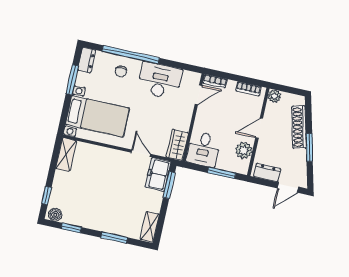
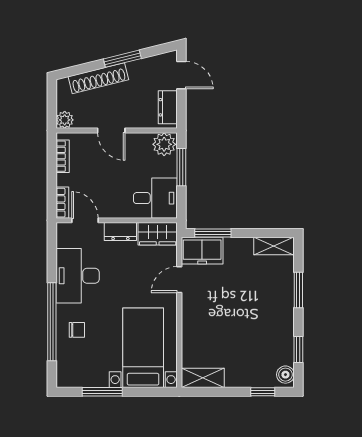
dresser: (87, 60) -> (120, 232), moved, turned 180
plant: (244, 150) -> (164, 144), moved

